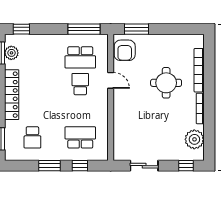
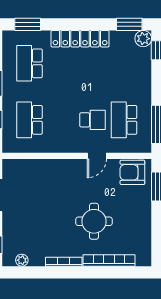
plant: (11, 53) -> (143, 39), moved
school desk: (32, 137) -> (29, 63), width x1.85
school desk: (80, 137) -> (29, 120), turned 180
plant: (194, 139) -> (22, 260), width x0.53, depth x0.53

